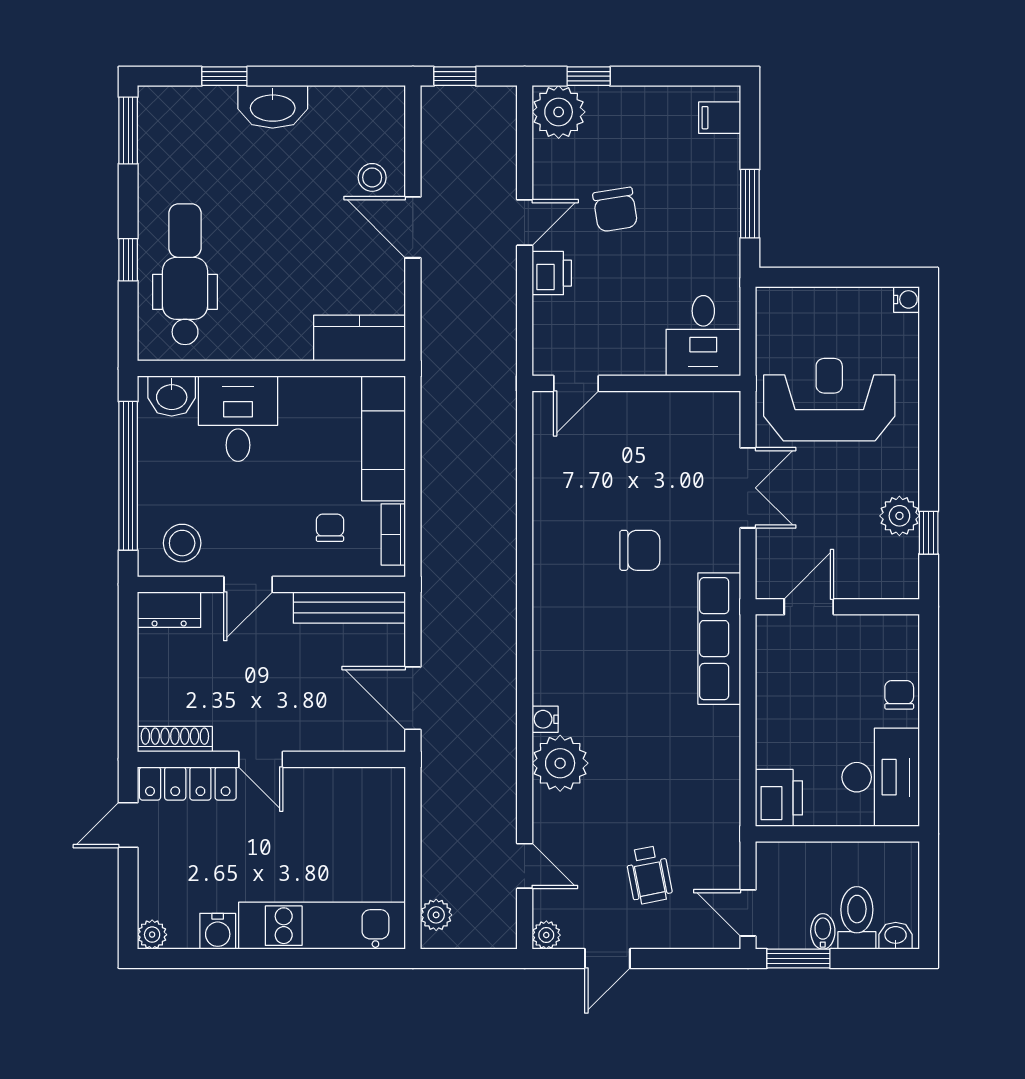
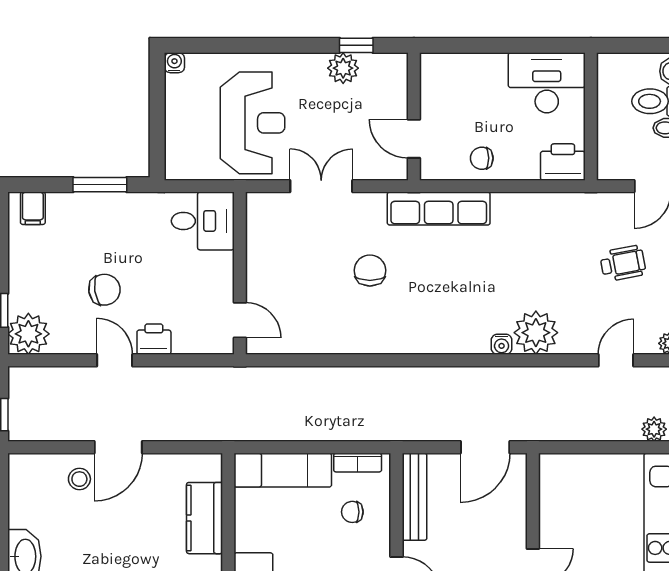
kitchen counter: (360, 338) -> (205, 518), moved
reception desk: (829, 400) -> (253, 123), turned 180
chair: (899, 695) -> (482, 158), moved

